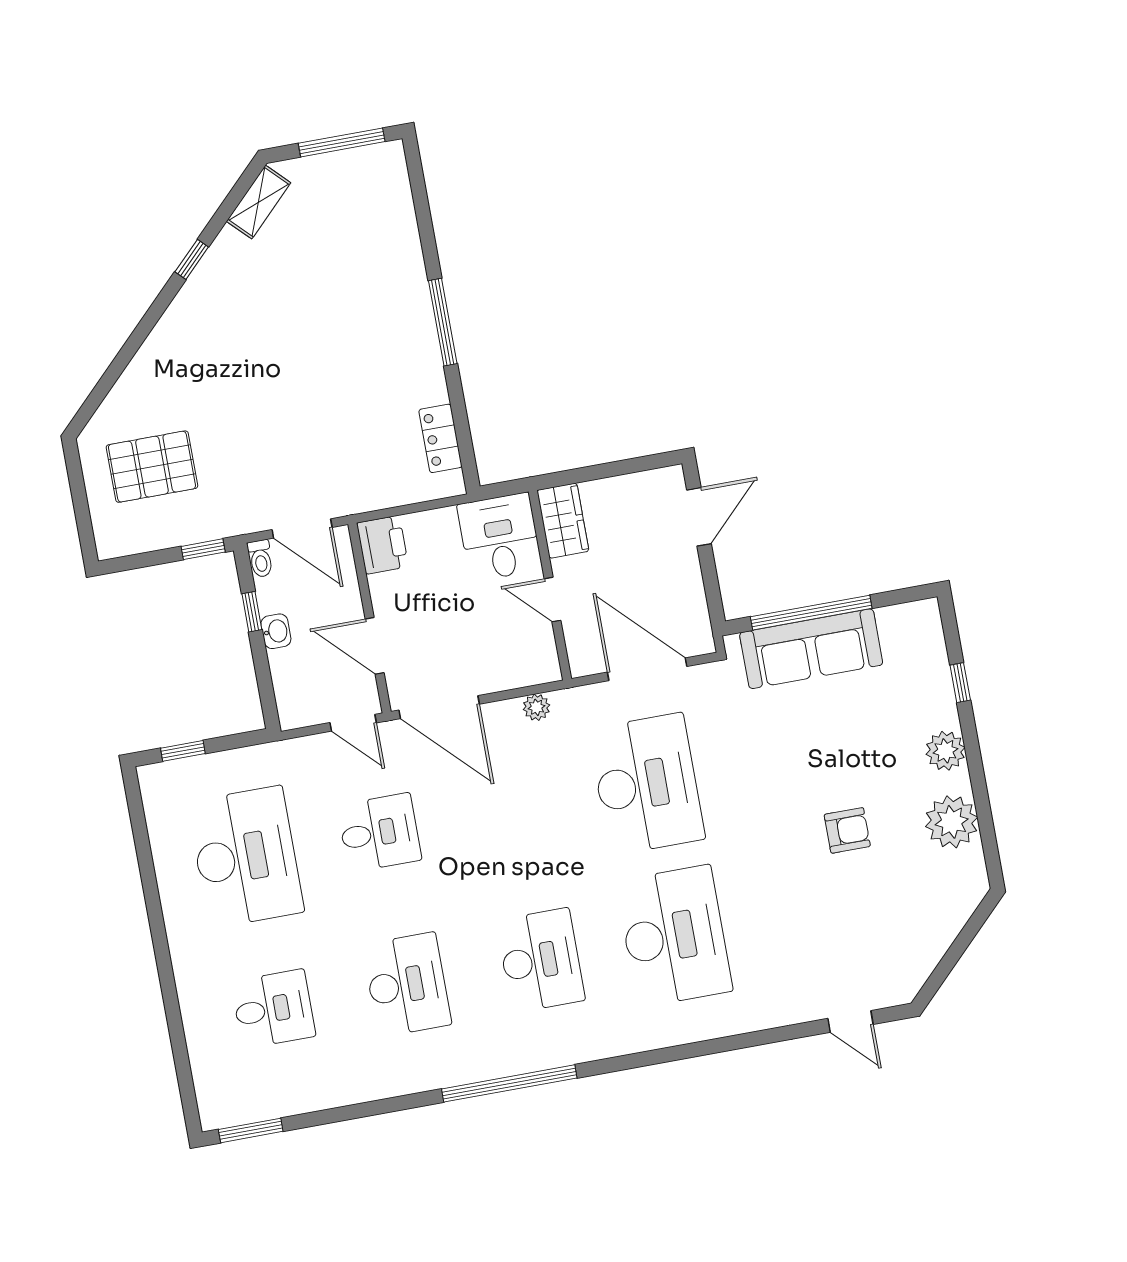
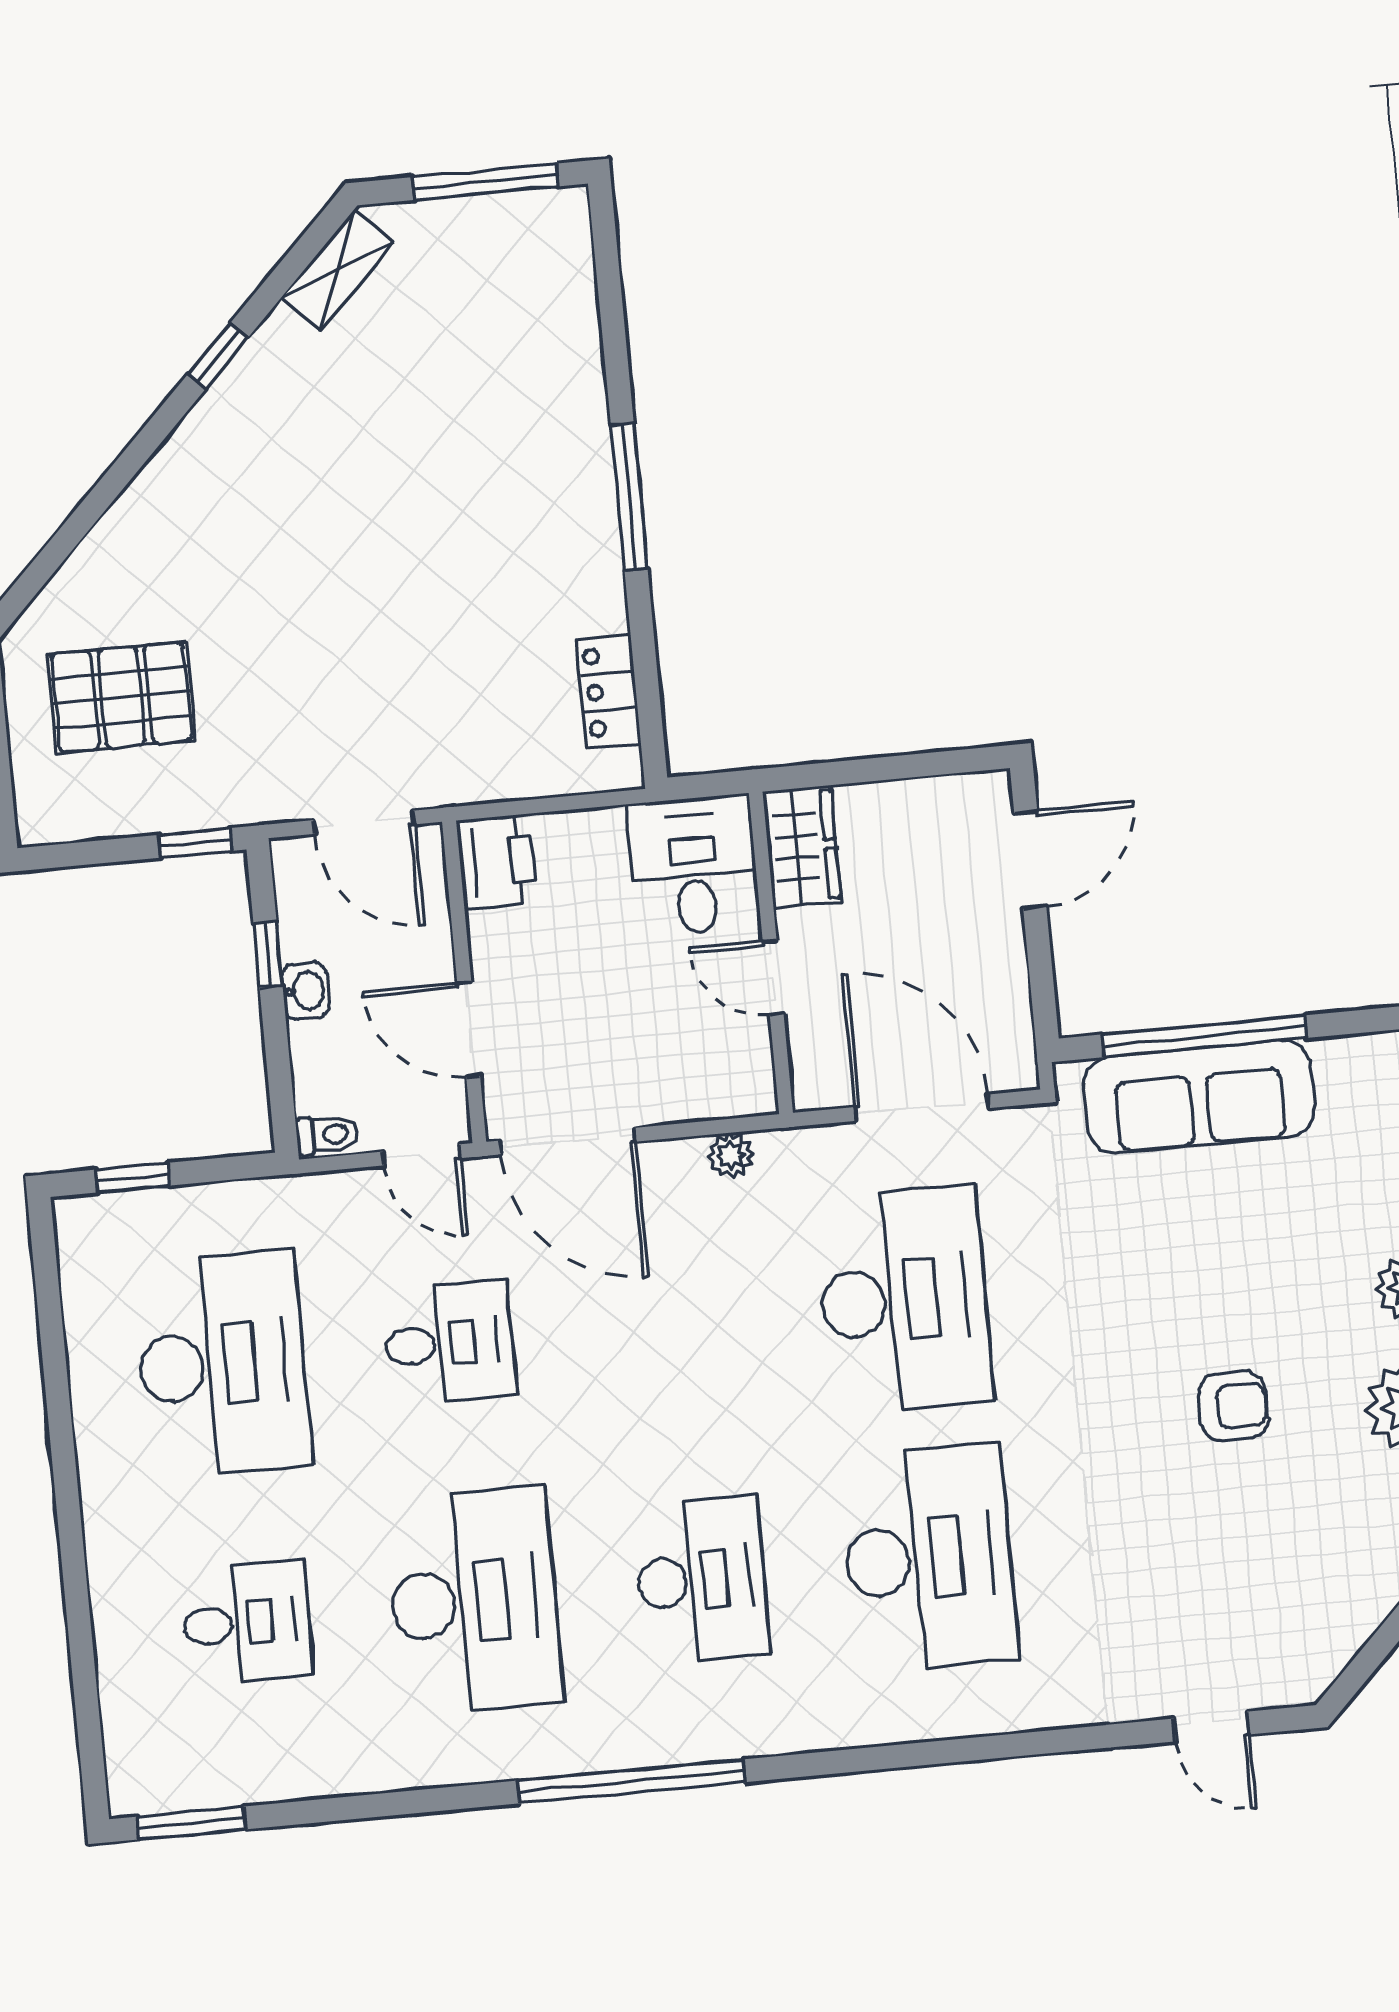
toilet: (260, 559) -> (327, 1135), moved, turned -90
desk: (407, 985) -> (474, 1601), width x1.36, depth x1.30

